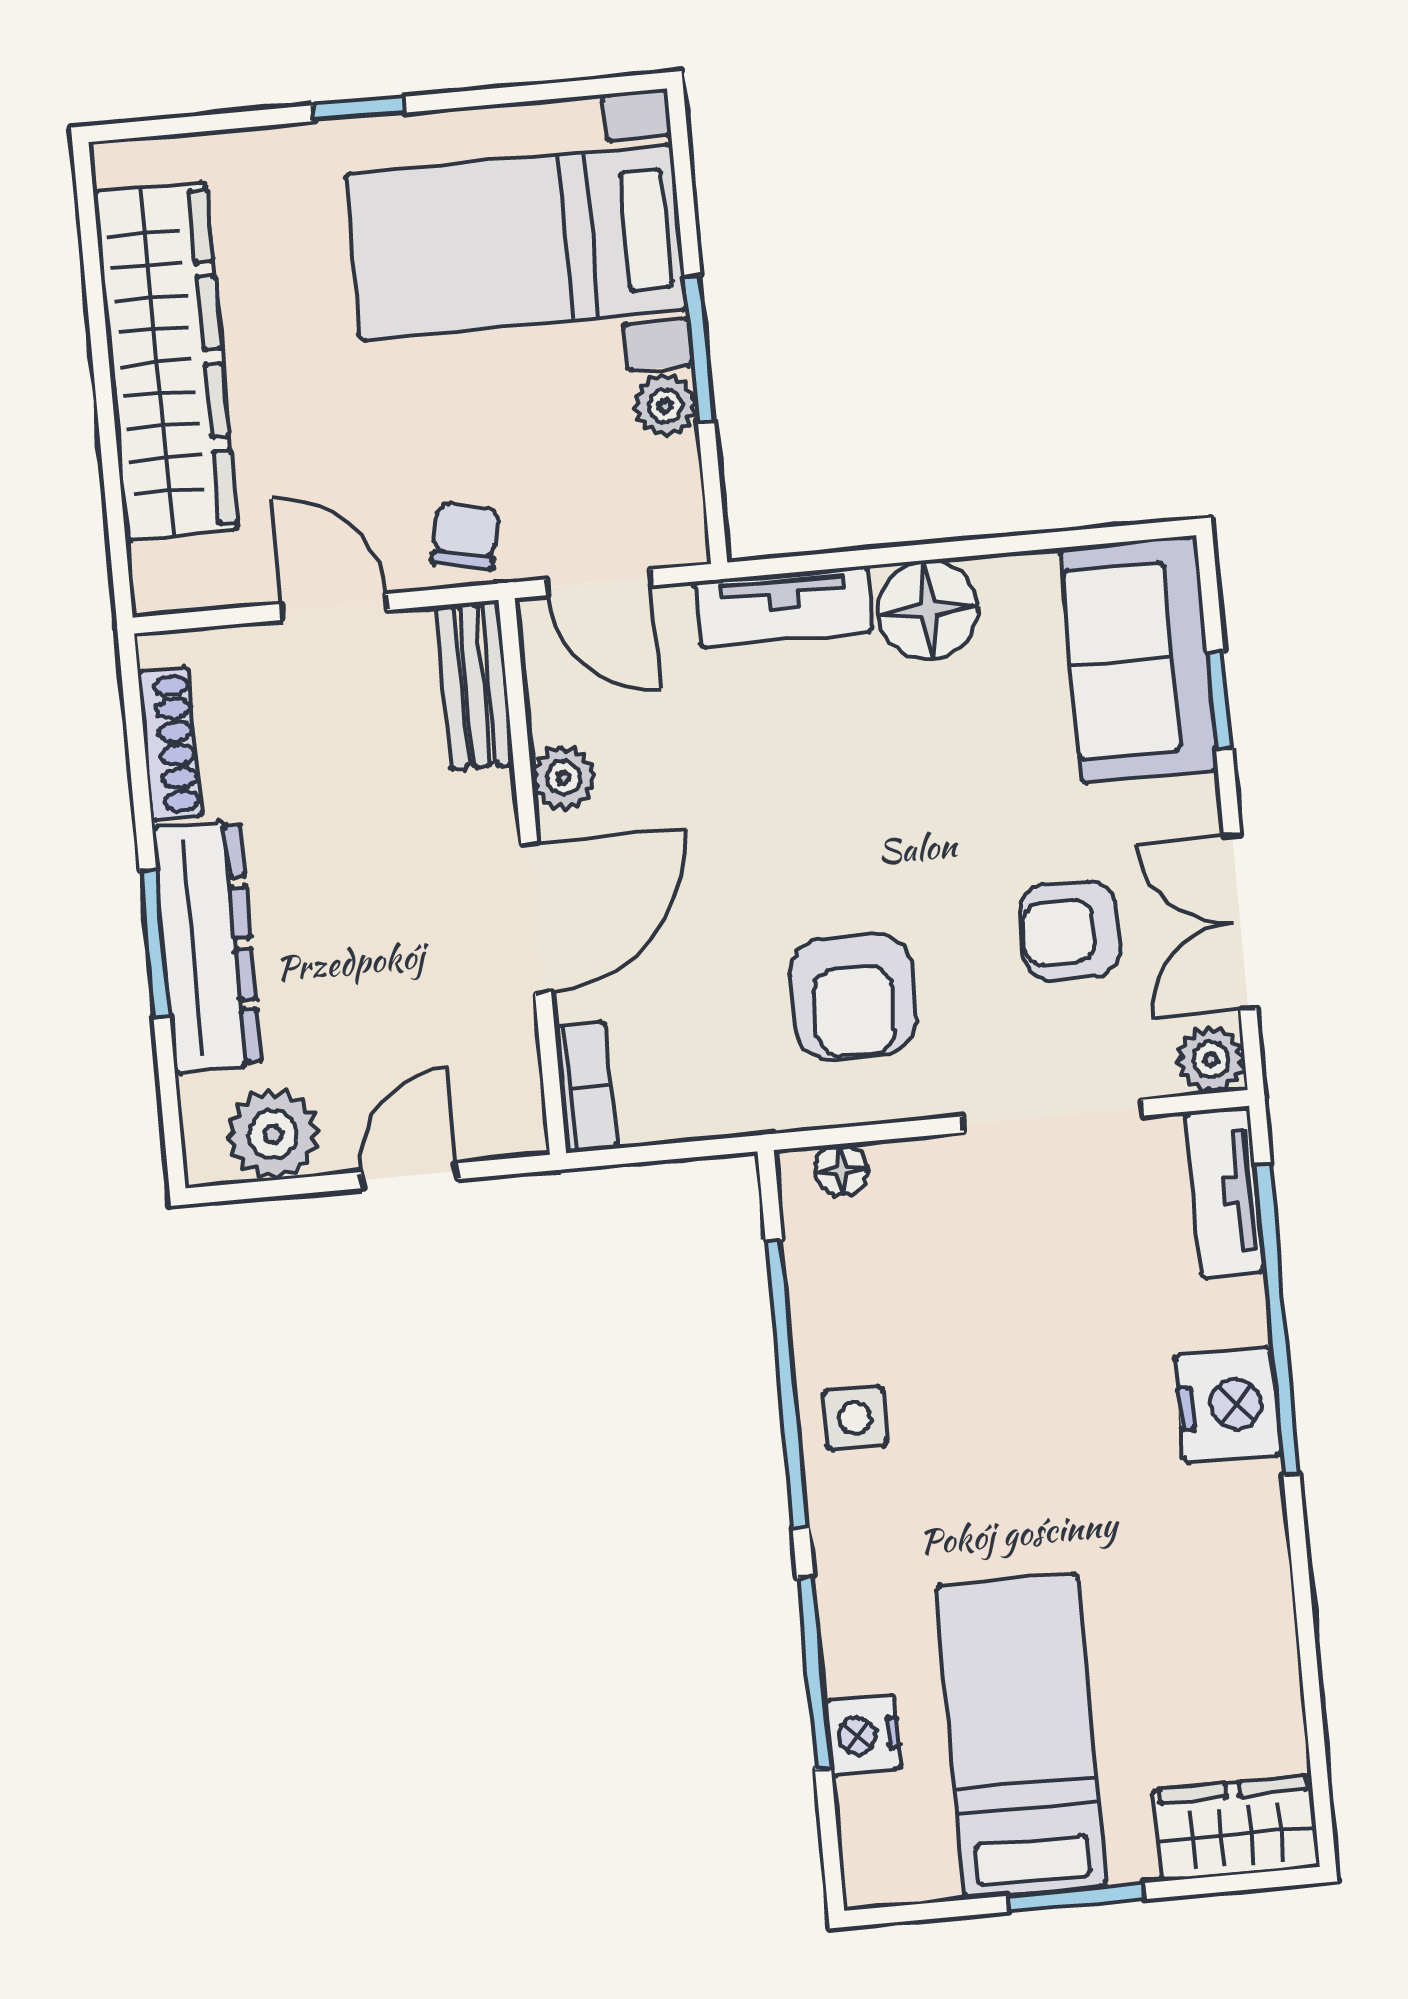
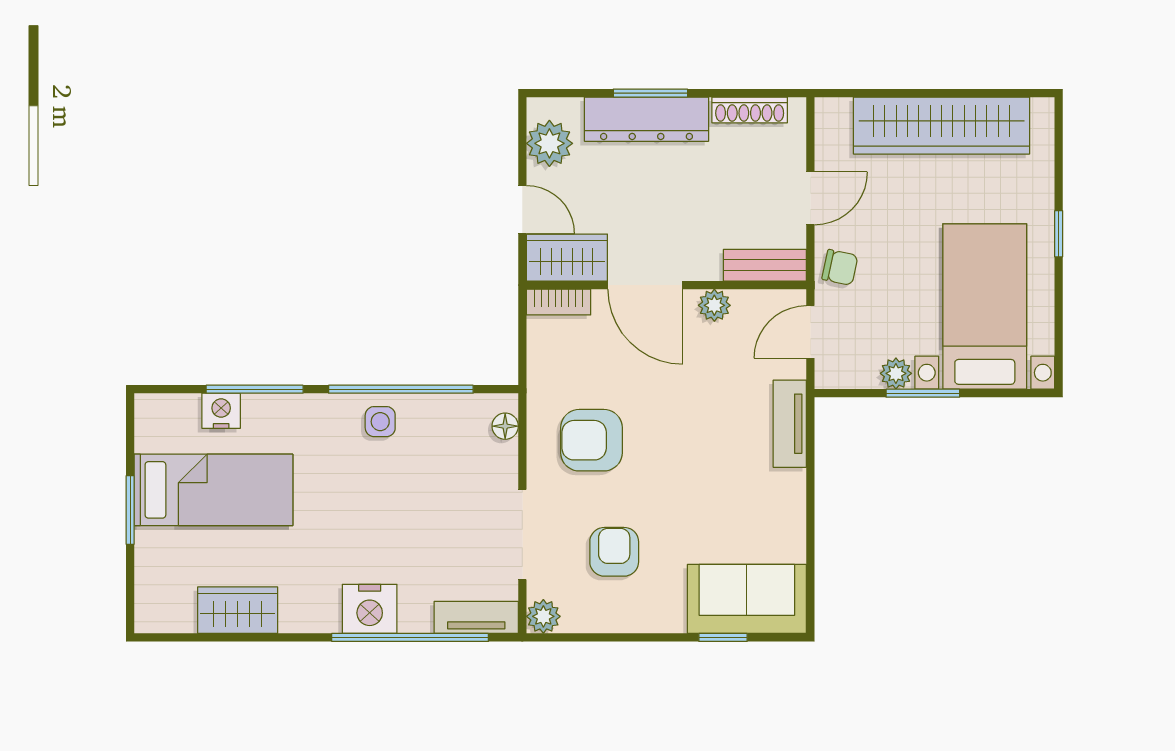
floor lamp: (928, 610) -> (782, 495), removed
double door: (1240, 922) -> (611, 637), removed
wardrobe: (496, 1079) -> (567, 258), added
wardrobe: (1236, 1828) -> (238, 610), moved, turned -90

